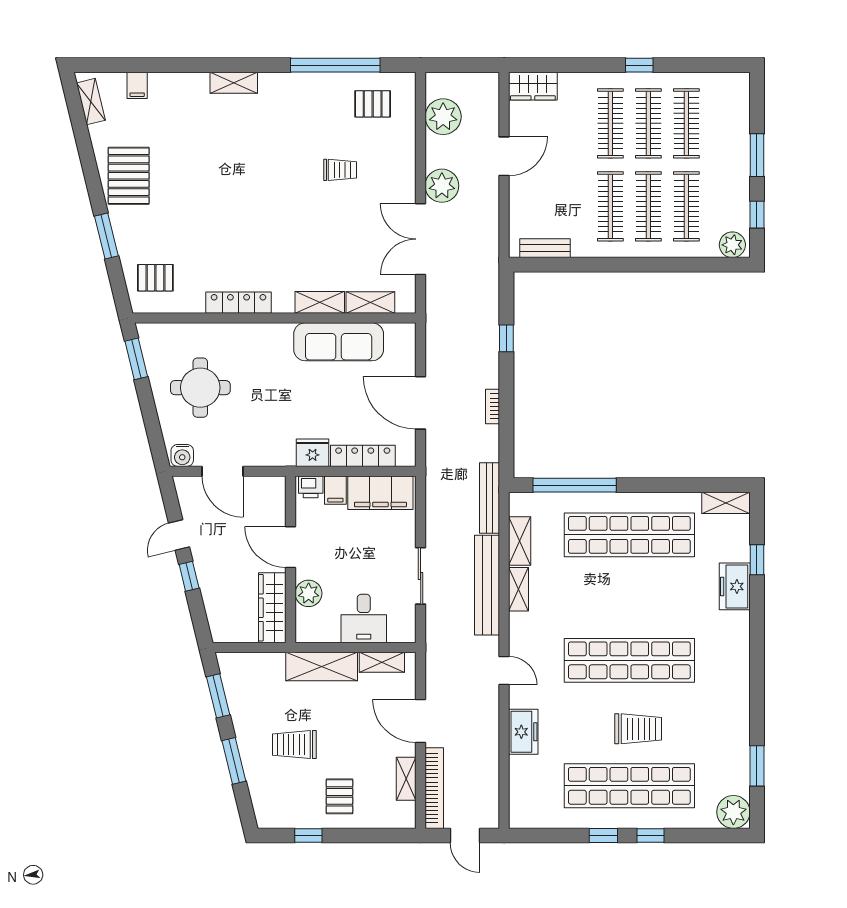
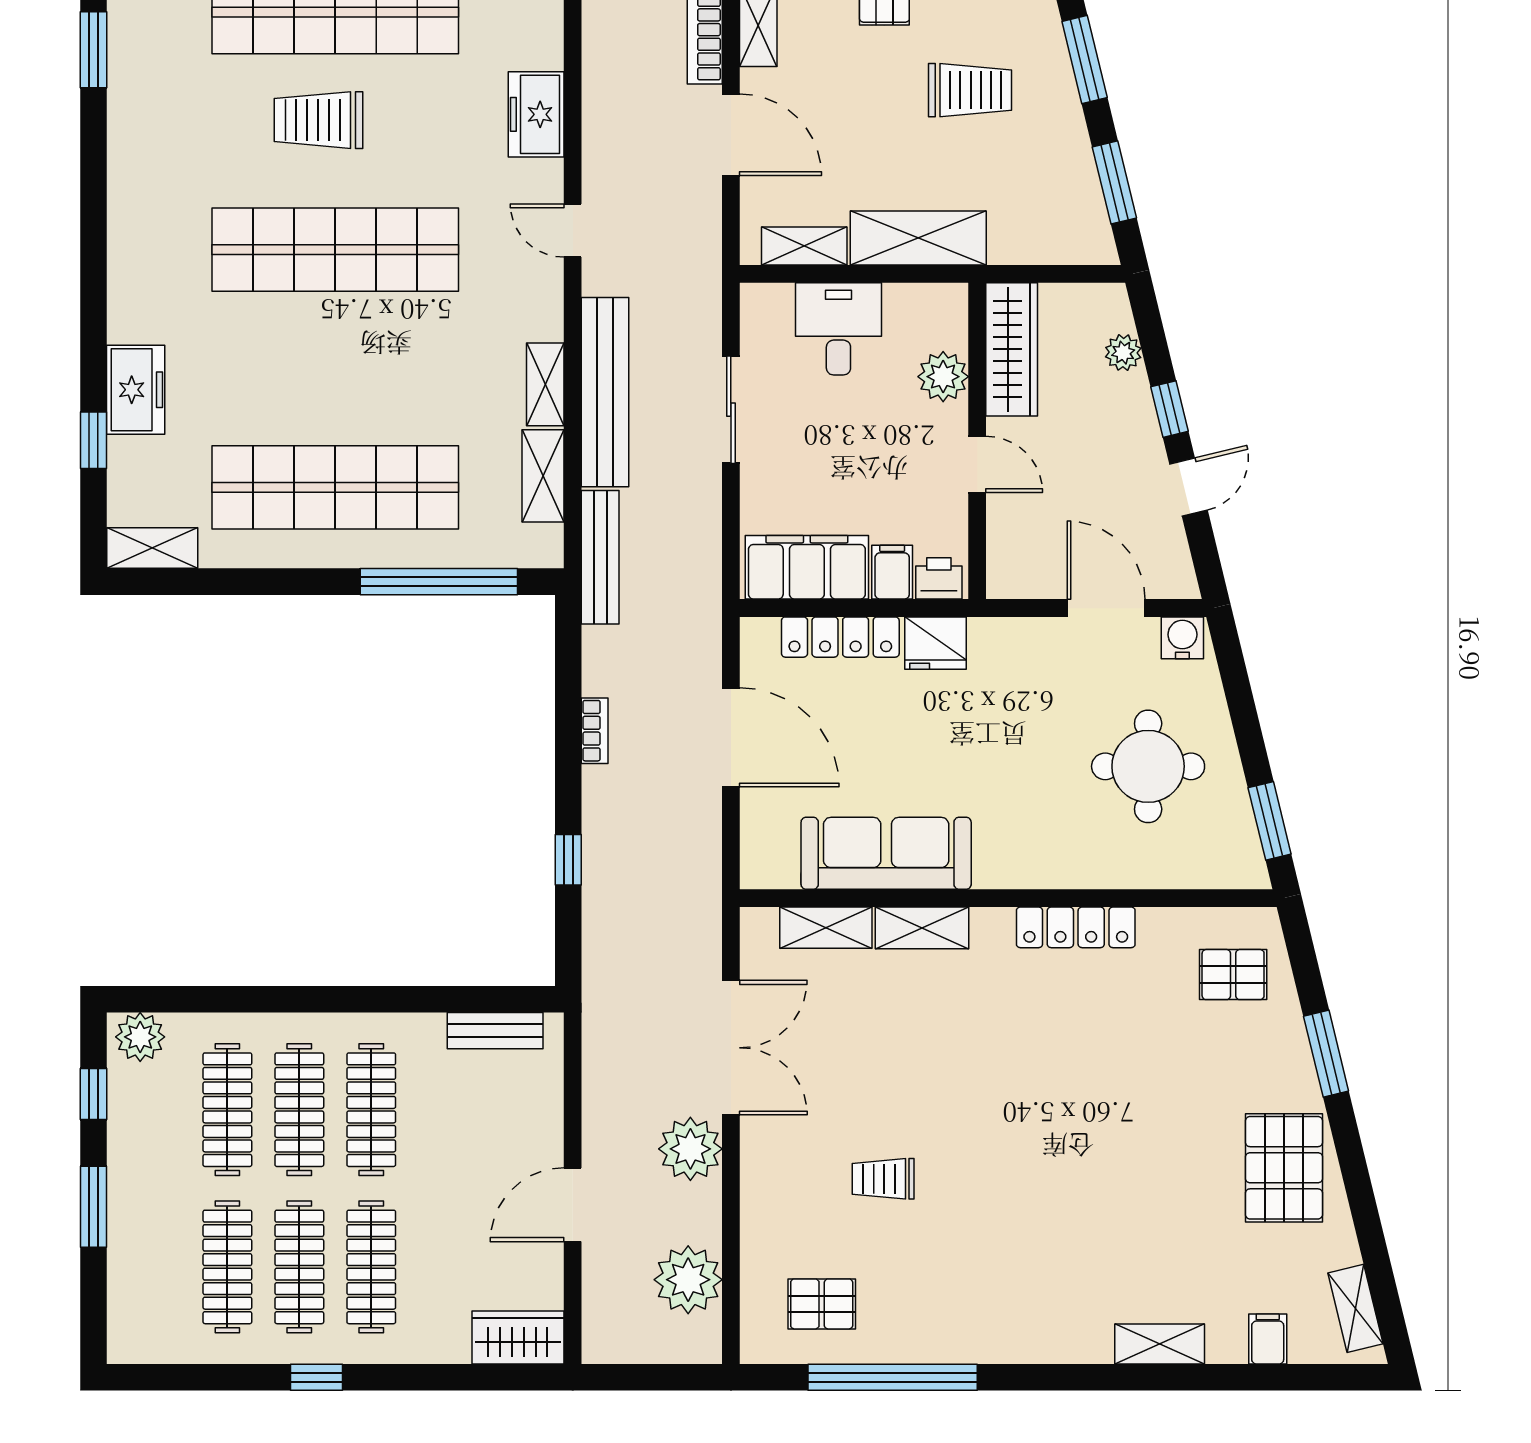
shelving: (234, 83) -> (1160, 1344), moved
door: (291, 547) -> (977, 464), width x0.73
plant: (213, 606) -> (1123, 353), added

